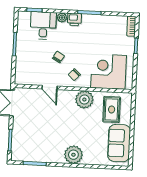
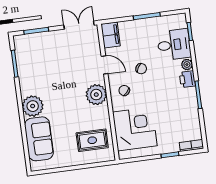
filing cabinet: (25, 78) -> (111, 35), added
door: (50, 87) -> (105, 65), swing flipped
plant: (84, 100) -> (96, 95), moved
sofa: (119, 143) -> (39, 139), moved, turned 90

